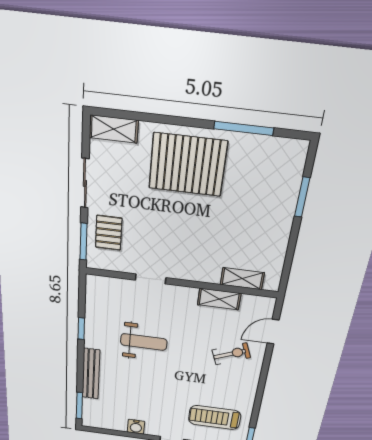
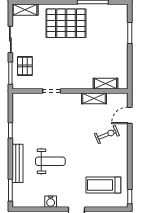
weight bench: (144, 342) -> (50, 161), moved

